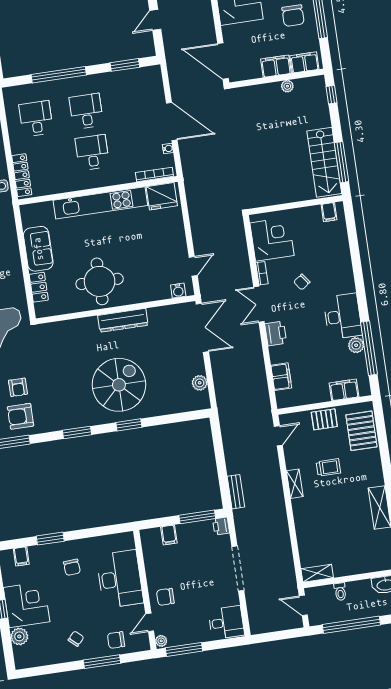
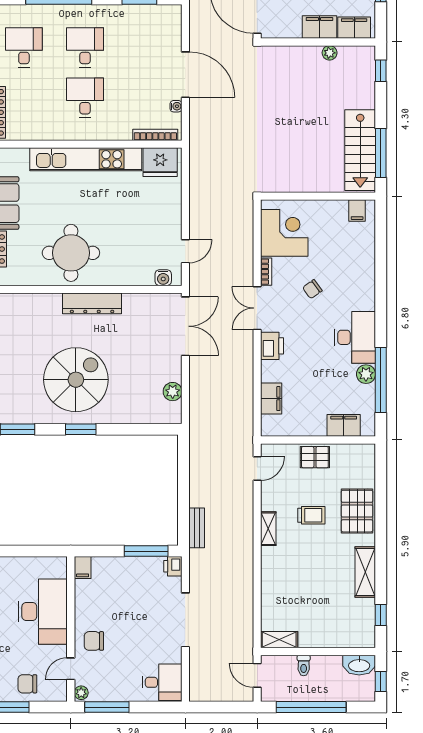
pallet: (361, 431) -> (357, 511), moved
filing cabinet: (169, 535) -> (83, 568), moved

